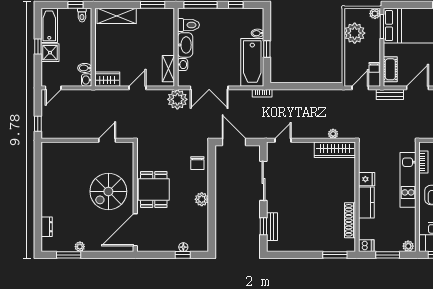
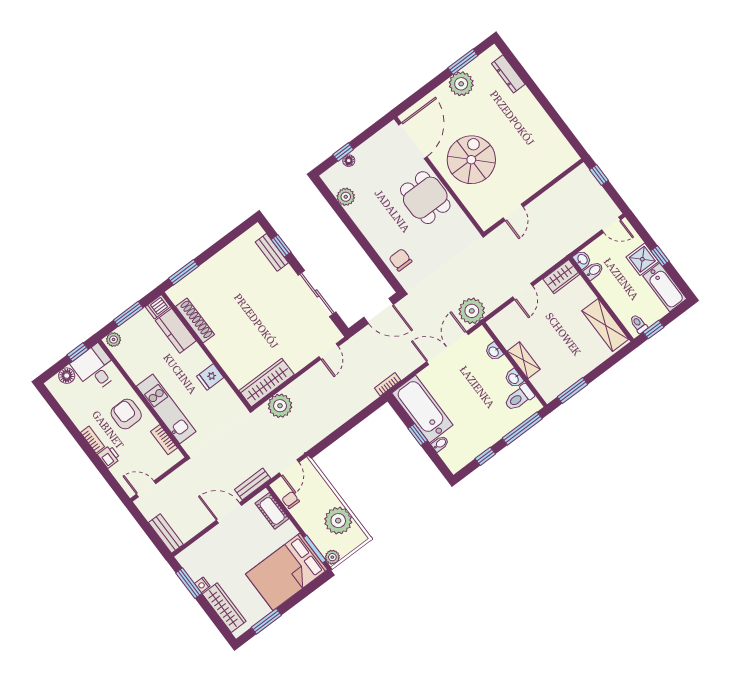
shelving: (117, 16) -> (605, 325), moved, turned 90
washbasin: (185, 45) -> (514, 378), width x0.52, depth x0.69
shelving: (168, 69) -> (524, 360), moved
door: (53, 88) -> (611, 225), swing flipped
door: (417, 88) -> (229, 513), swing flipped
plant: (333, 134) -> (280, 406), width x1.87, depth x1.87
plant: (202, 199) -> (346, 197), moved
kitchen counter: (366, 203) -> (176, 331), moved
dresser: (47, 227) -> (508, 74), width x1.44
plant: (80, 247) -> (461, 84), width x1.88, depth x1.88

